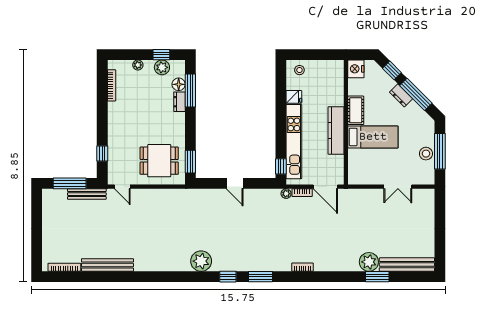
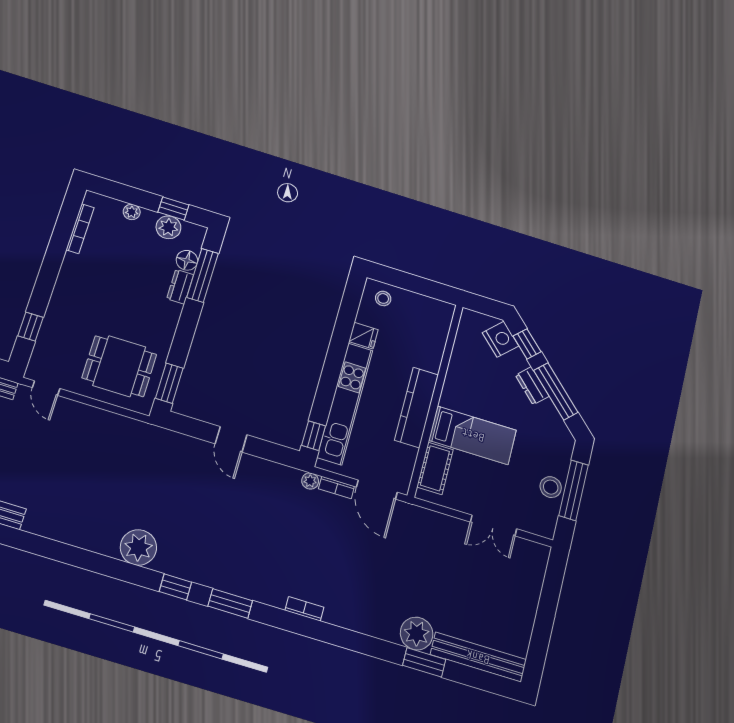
nightstand: (356, 69) -> (501, 339), moved, turned 135
cot: (356, 110) -> (435, 468), moved

